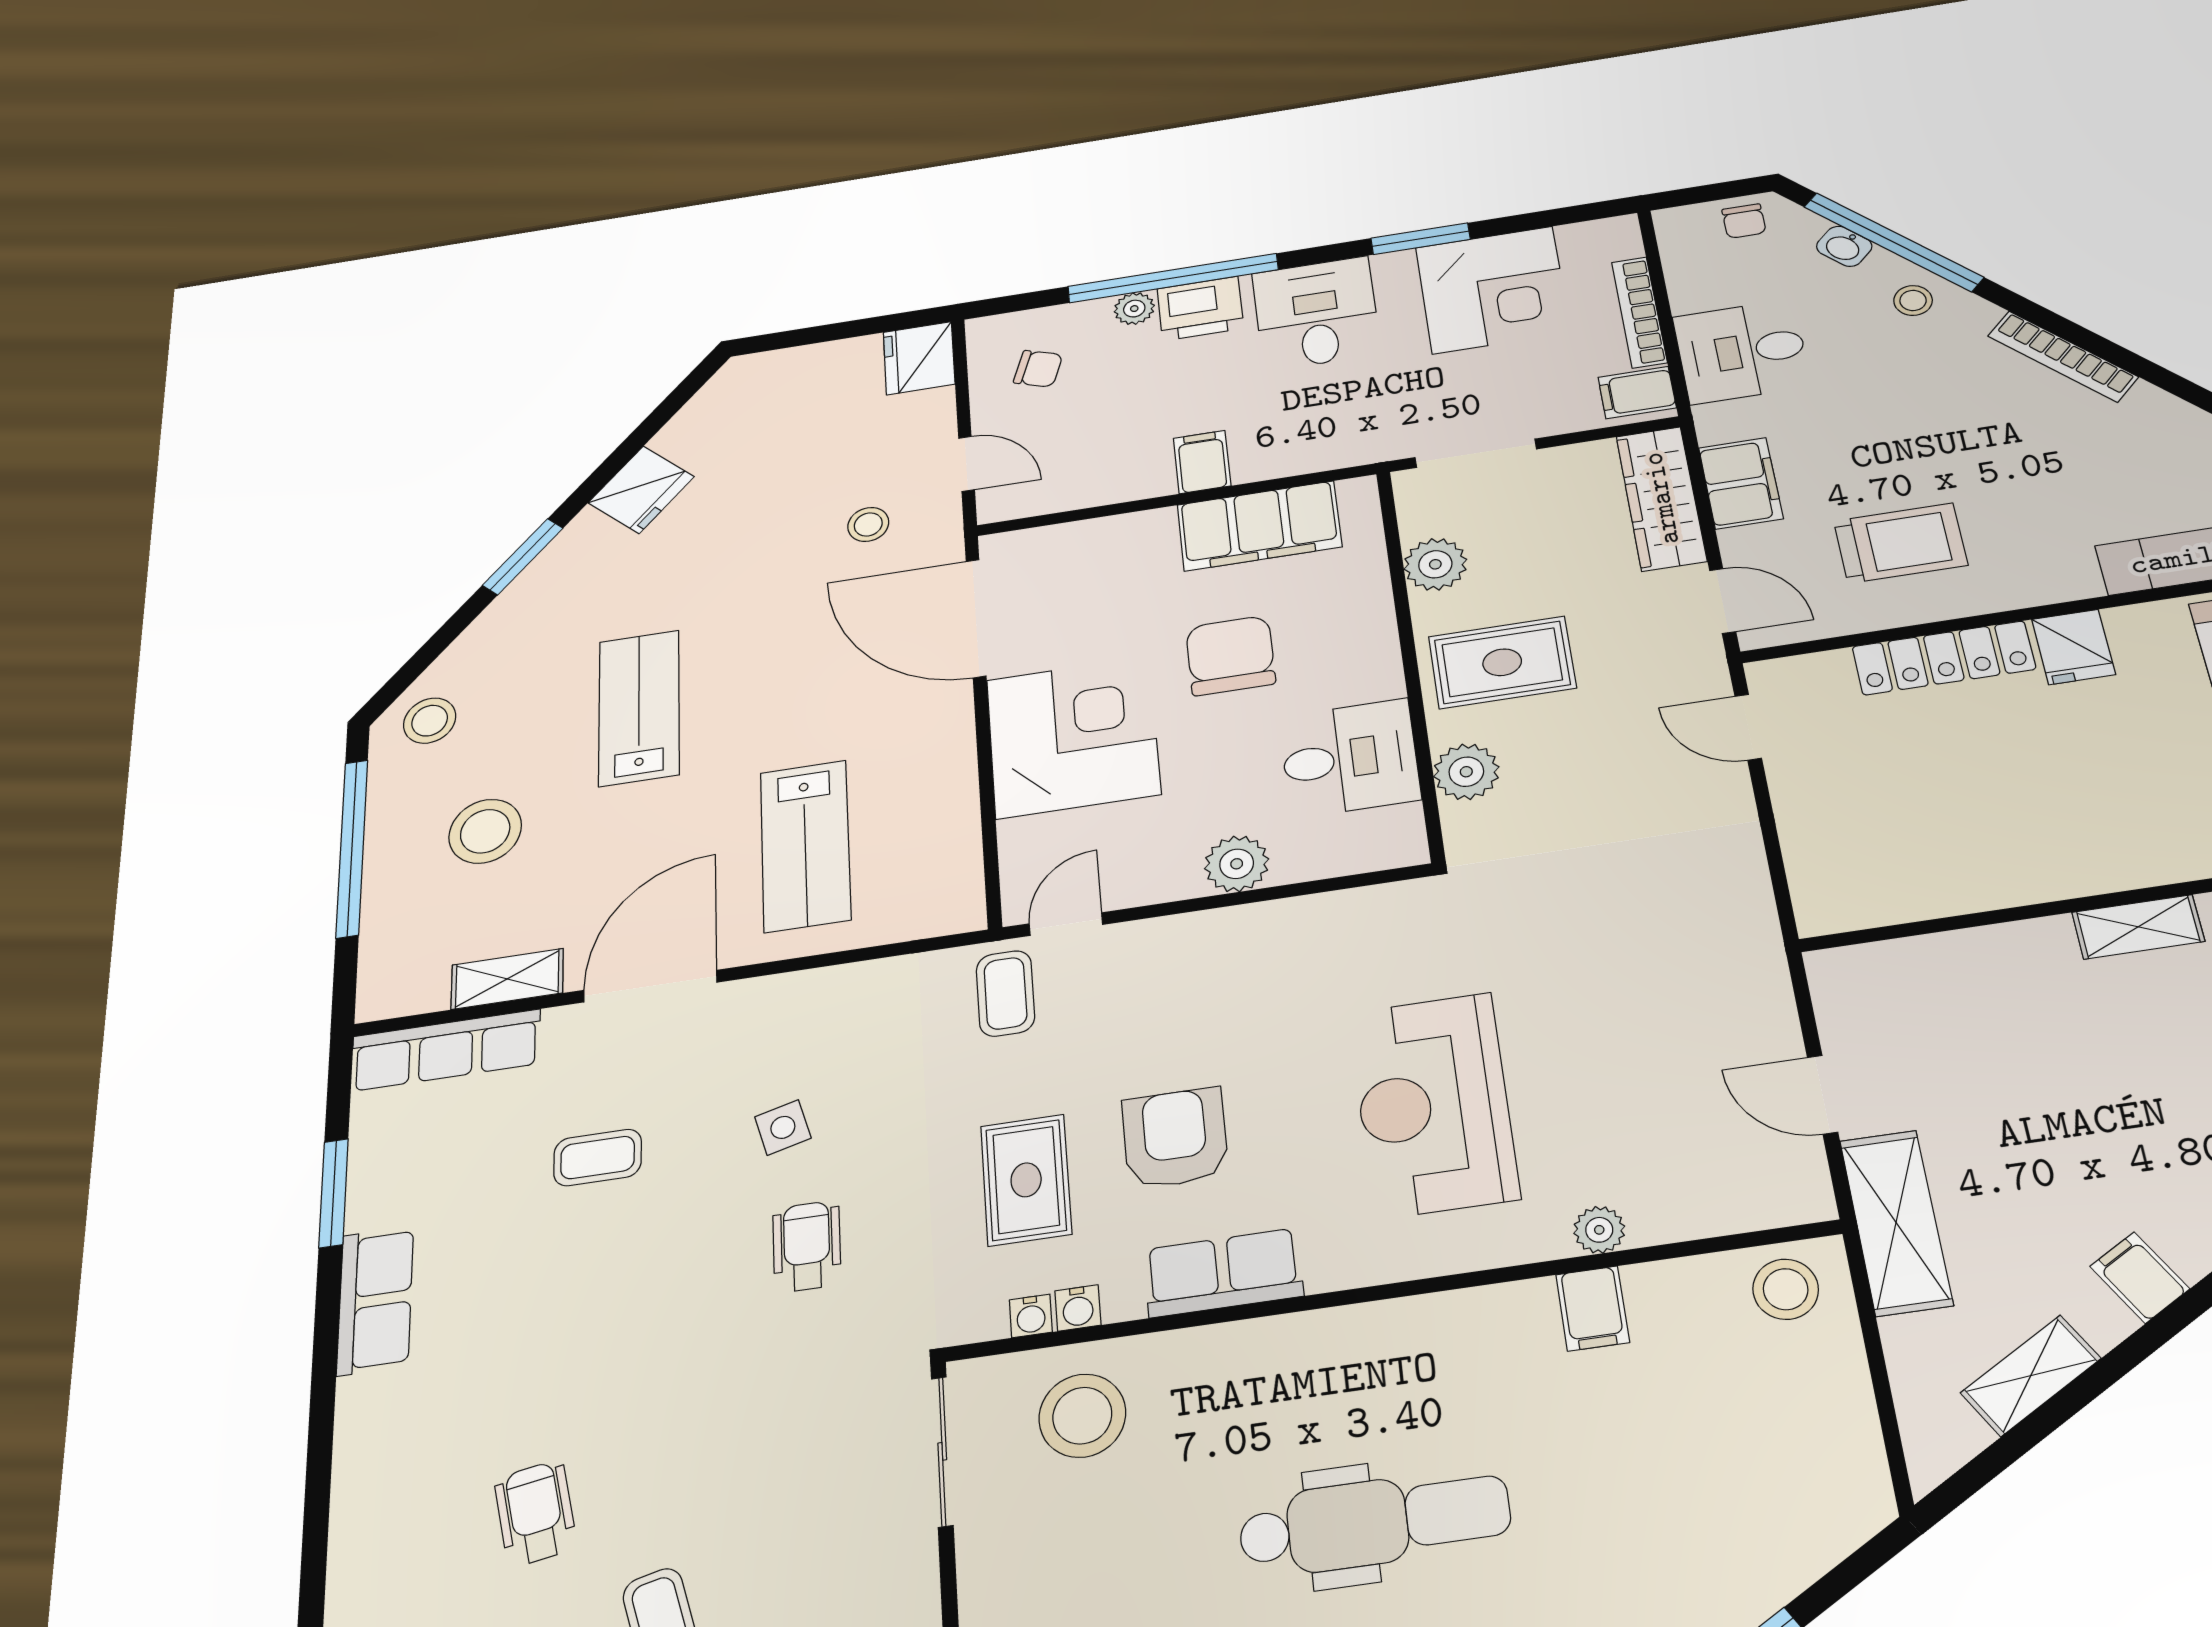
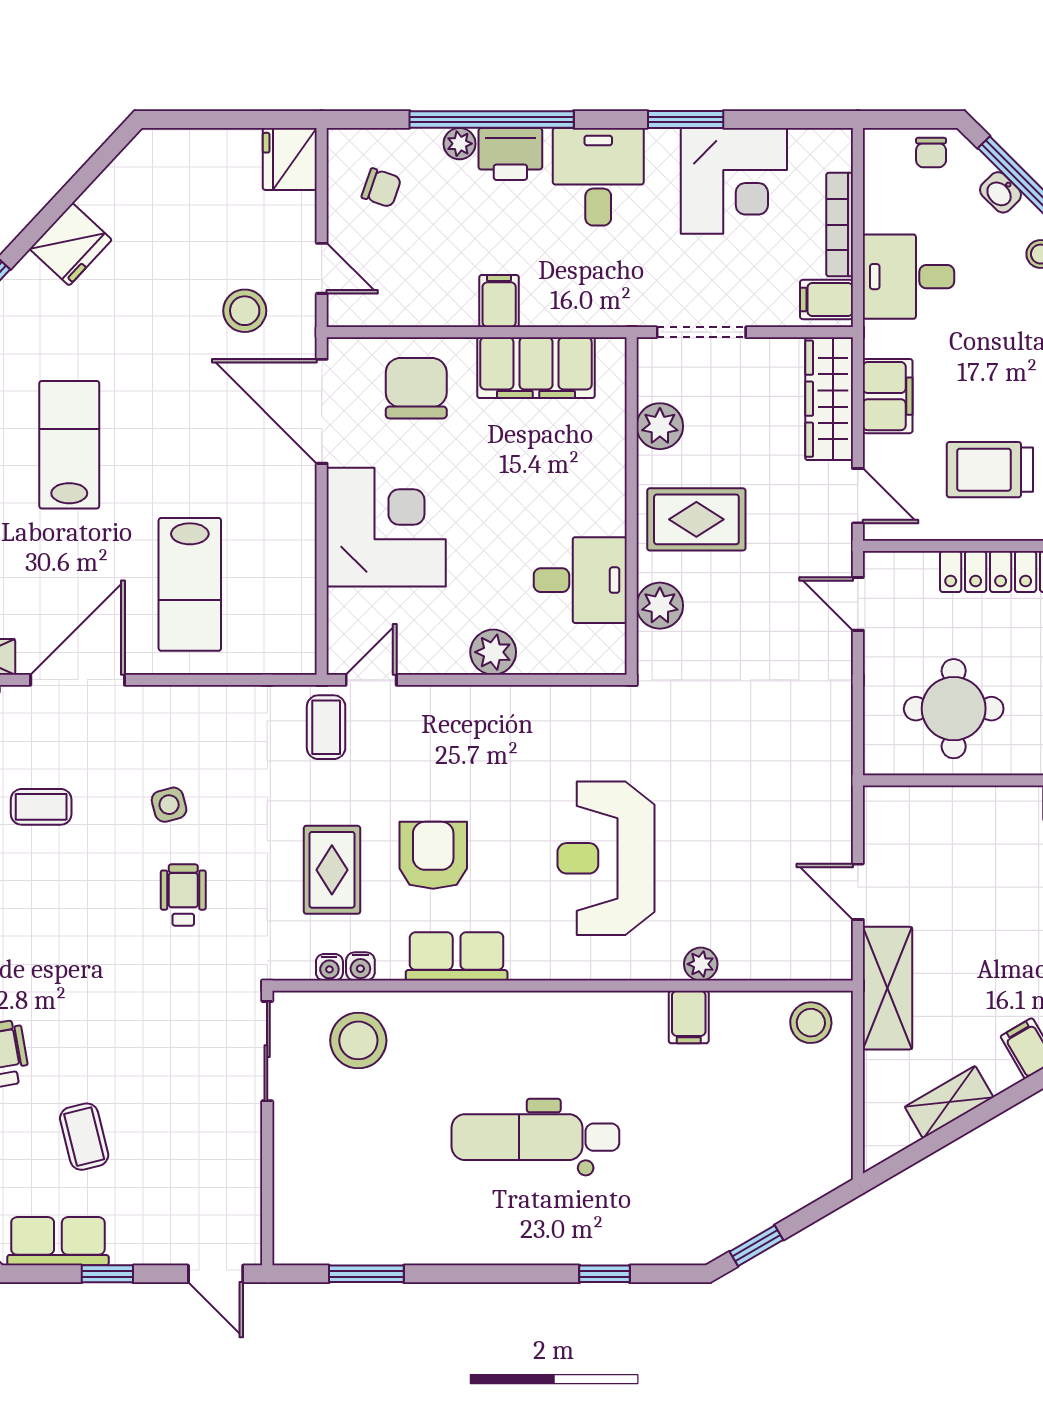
stool: (868, 524) -> (245, 311), width x1.37, depth x1.37
trolley: (1901, 543) -> (990, 470), turned 180
chair: (1231, 655) -> (416, 388), moved
round table: (1915, 834) -> (954, 709), added
dental chair: (1375, 1522) -> (535, 1137), turned 180

